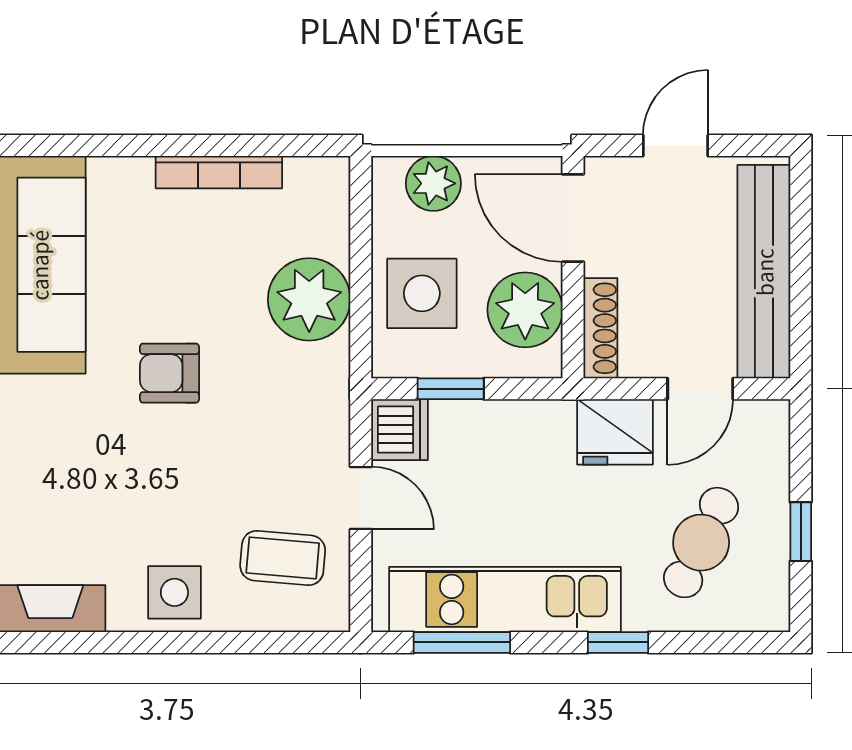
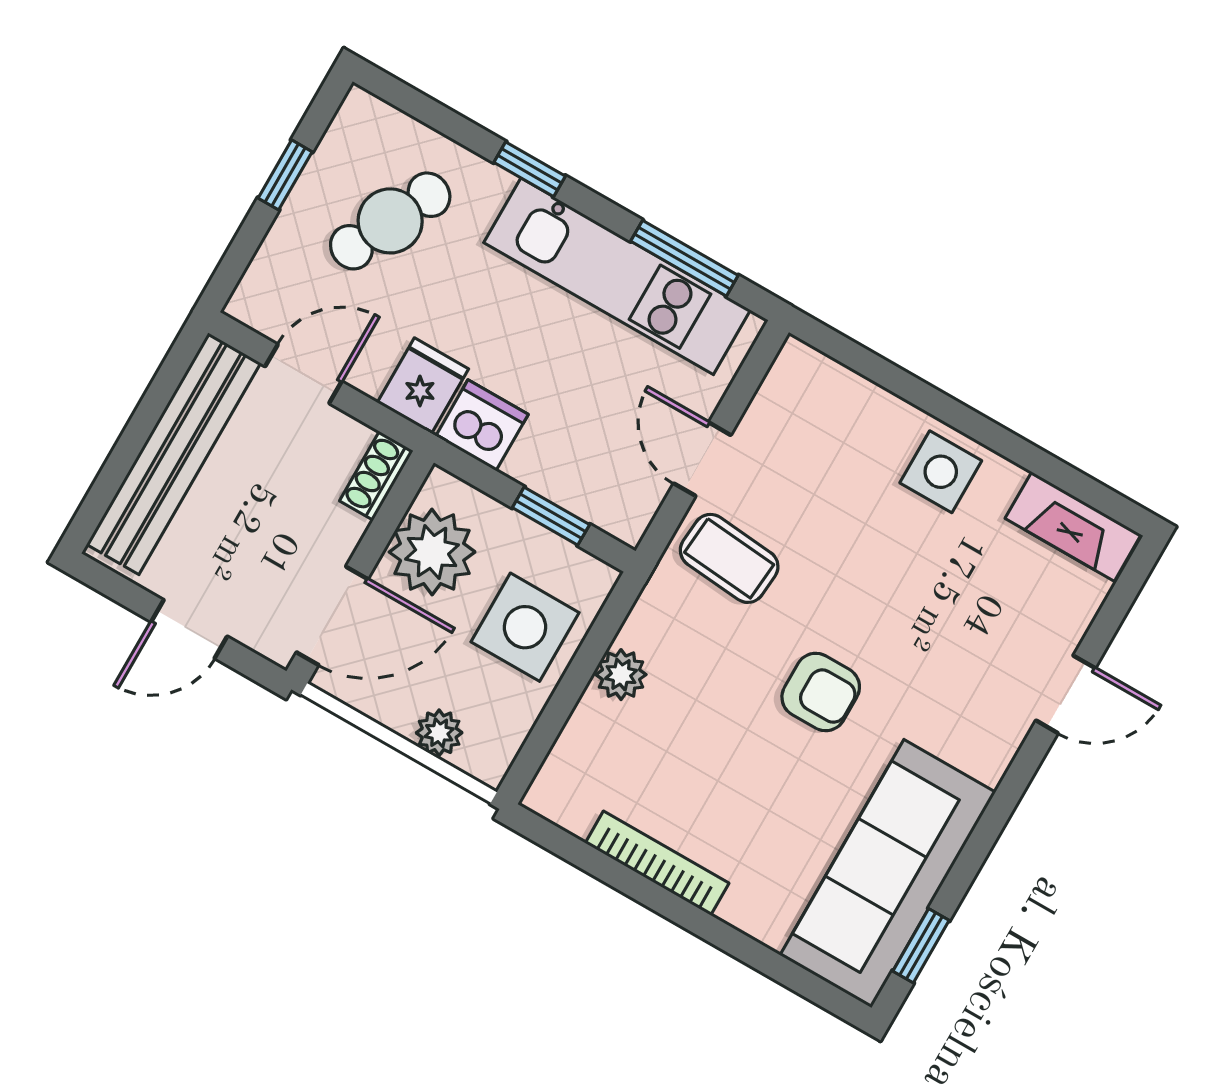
plant: (433, 183) -> (439, 733), width x0.73, depth x0.73
door: (573, 218) -> (332, 616), hinge flipped
plant: (309, 299) -> (621, 675), width x0.53, depth x0.53
shoe rack: (600, 328) -> (376, 476), width x0.70
dishwasher: (400, 430) -> (482, 425), moved, turned 90
fridge: (615, 432) -> (423, 386), width x0.72
coffee table: (283, 558) -> (729, 558), moved

